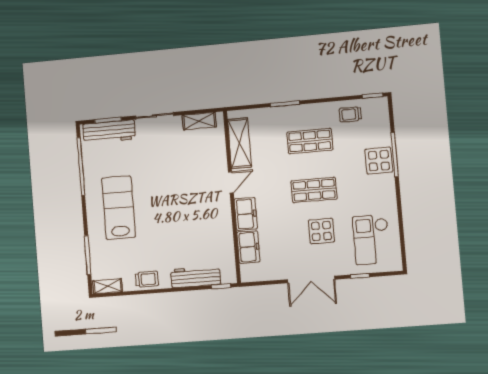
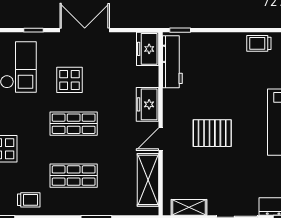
pallet: (183, 192) -> (212, 133), added
freezer: (248, 247) -> (148, 49), moved
workbench: (196, 277) -> (172, 62), moved, turned -90

